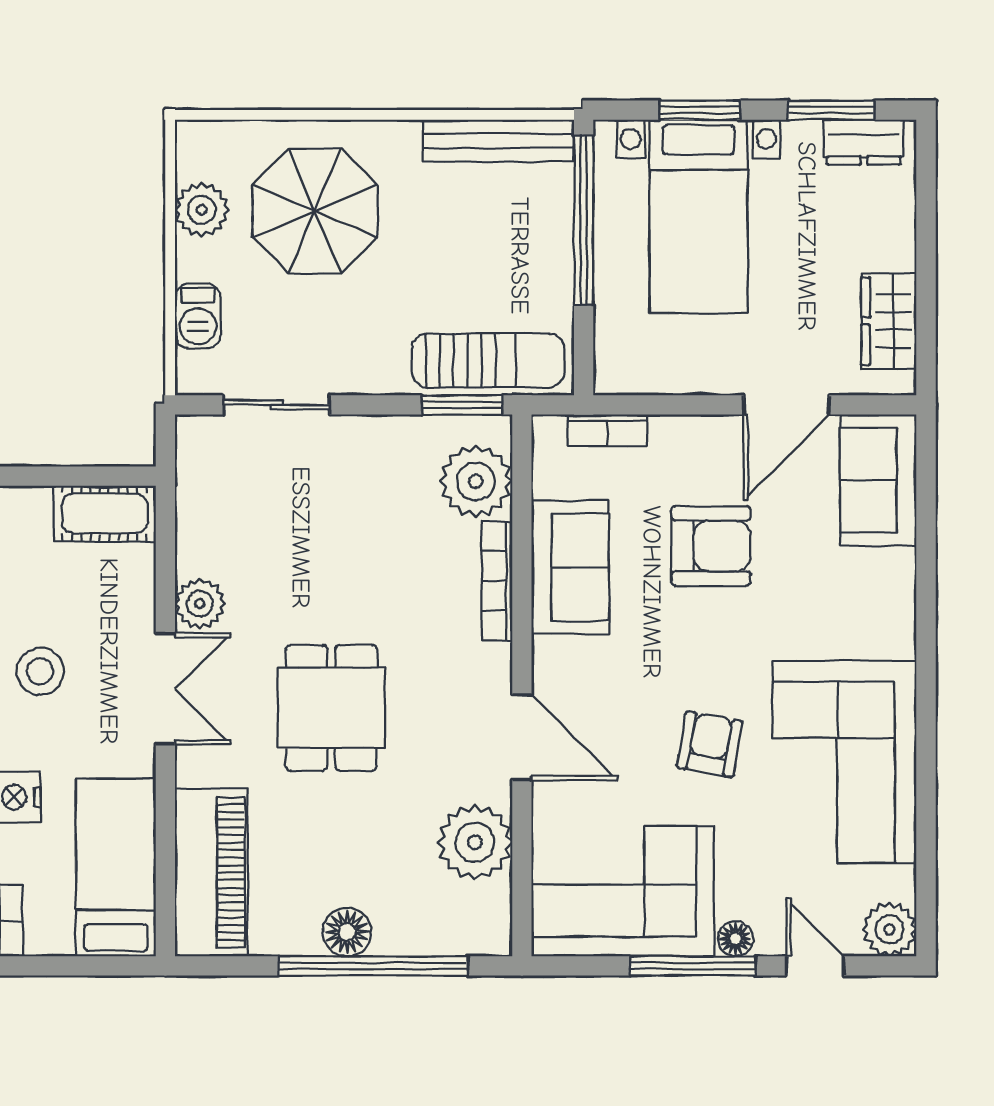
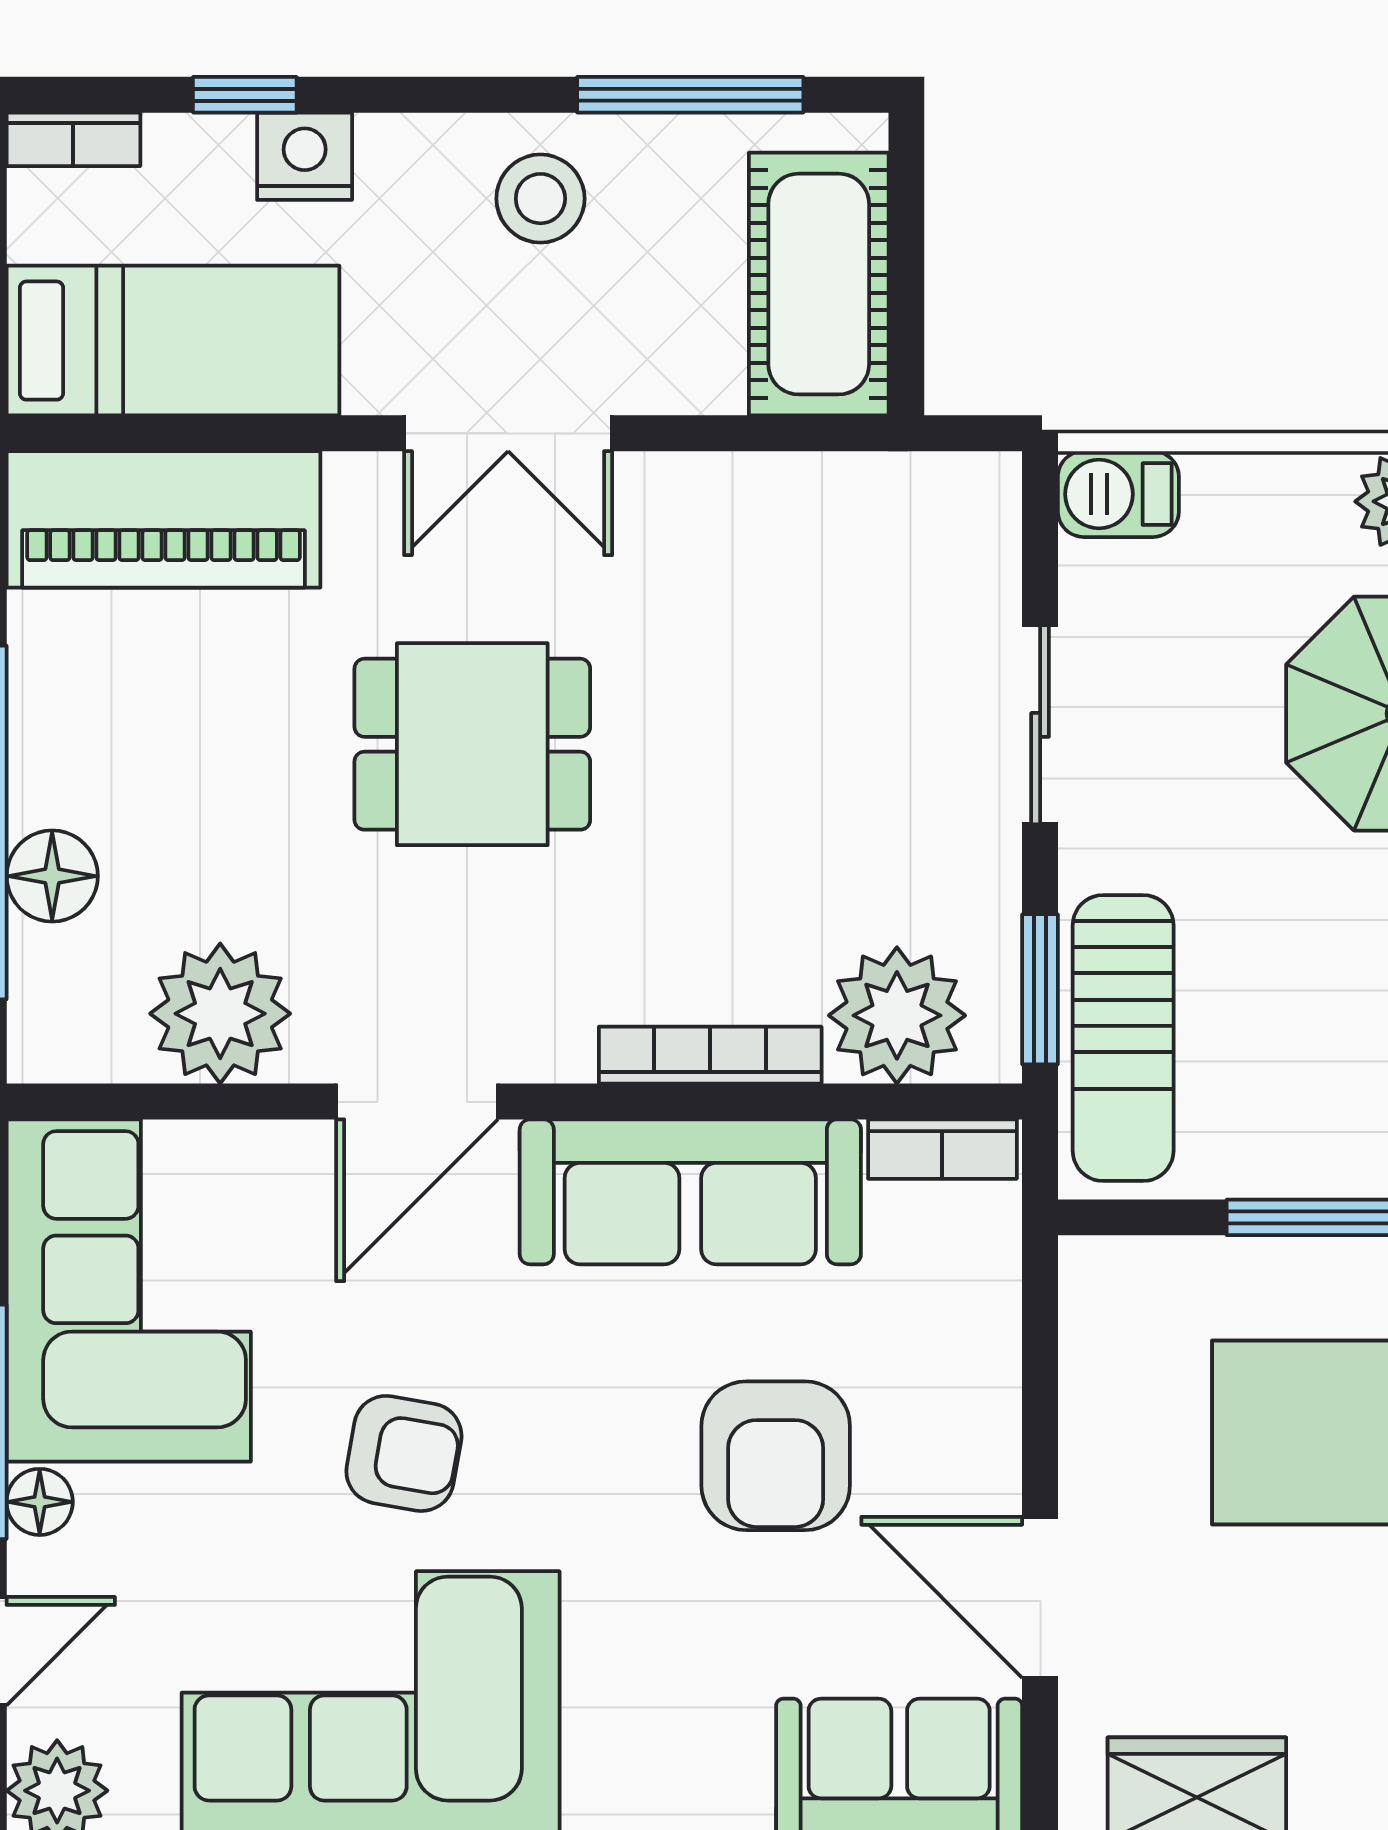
barbecue: (198, 316) -> (1118, 494), moved
sliding door: (277, 405) -> (1040, 725), moved
bookcase: (608, 430) -> (942, 1149), moved, turned -90
cot: (105, 513) -> (819, 284), width x1.37, depth x1.34
sofa: (570, 567) -> (690, 1192), width x1.36
plant: (200, 604) -> (667, 498), removed
floor lamp: (347, 932) -> (52, 876), moved

